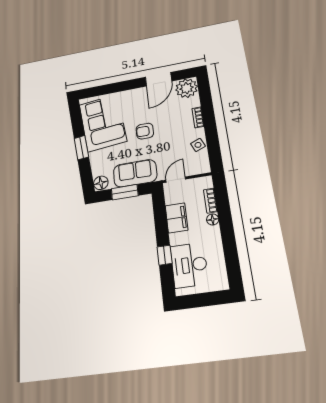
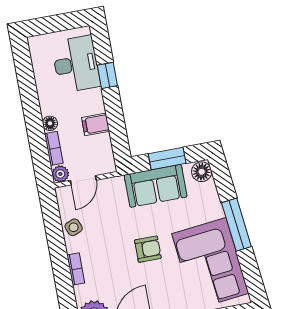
window: (81, 148) -> (236, 225), width x1.44
door: (176, 180) -> (83, 180), moved
plant: (206, 182) -> (60, 174), added
filing cabinet: (177, 218) -> (96, 124), width x0.50

